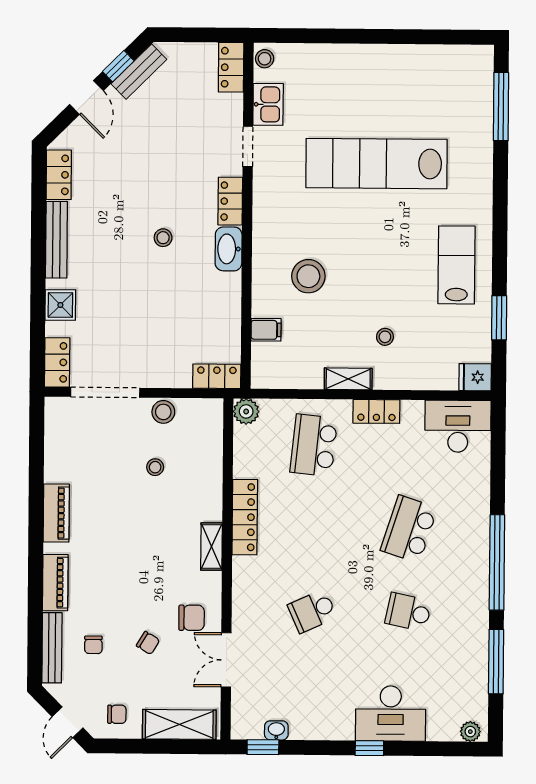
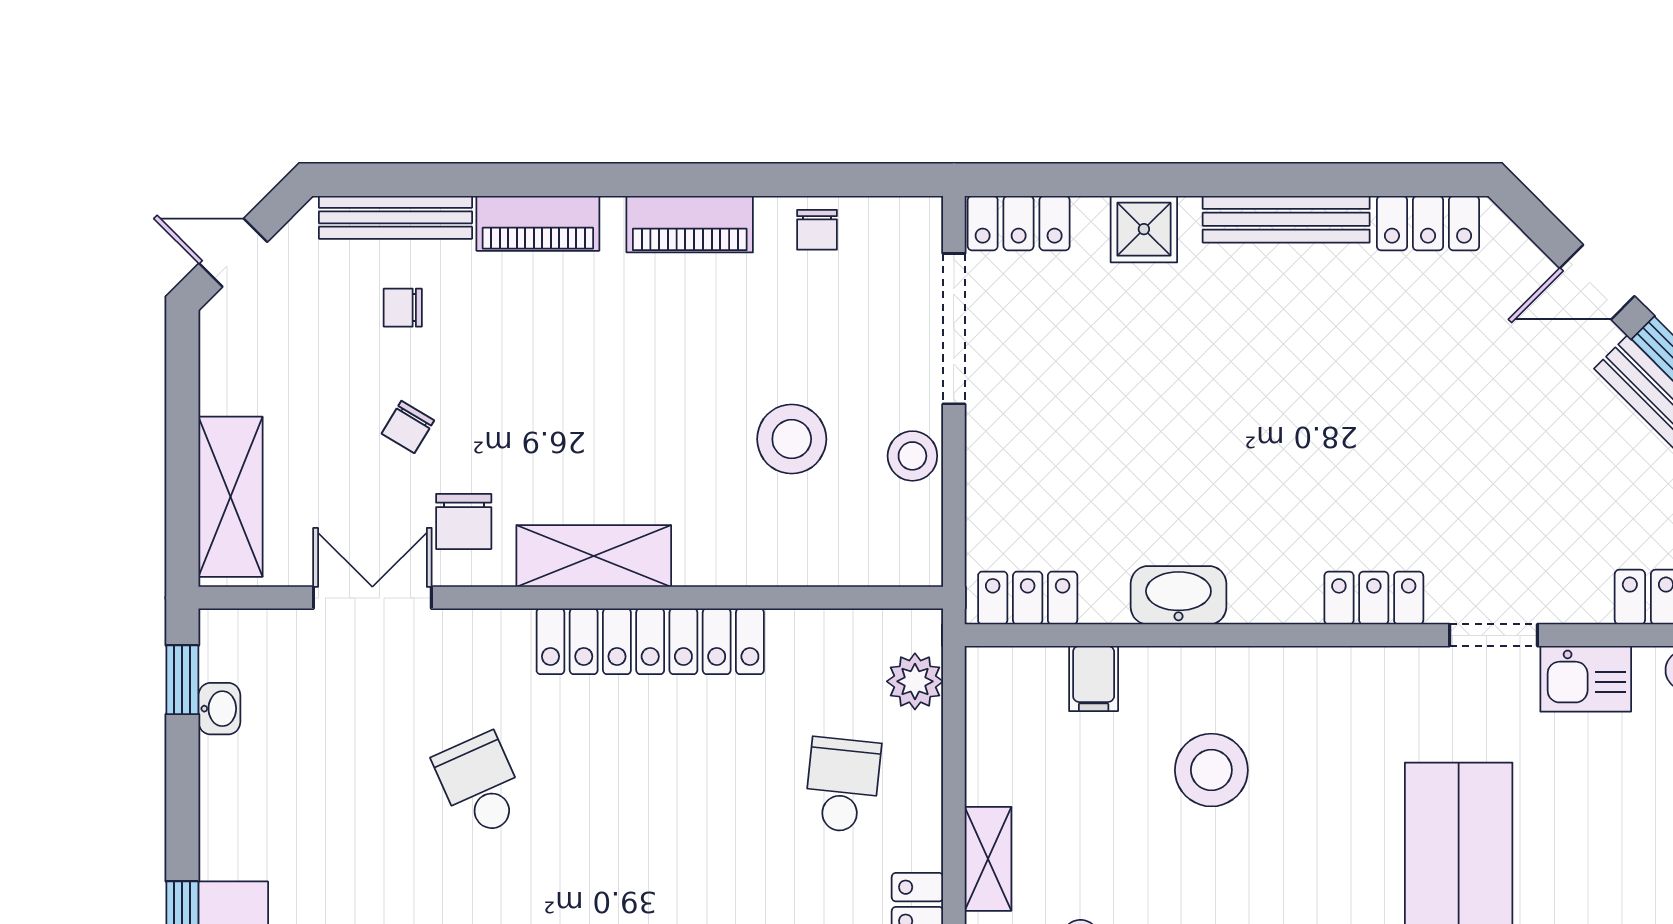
stool: (163, 238) -> (1293, 452), removed
washbasin: (229, 249) -> (1178, 595), moved
locker: (217, 376) -> (1028, 598), moved, turned -90
plant: (246, 411) -> (915, 681), moved
school desk: (314, 445) -> (842, 785), width x0.54
stool: (155, 467) -> (792, 439), width x1.89, depth x1.89
locker: (245, 517) -> (650, 641), width x1.41, depth x1.21
shelving: (212, 546) -> (594, 556), width x1.50, depth x1.33
chair: (117, 714) -> (817, 230), moved

